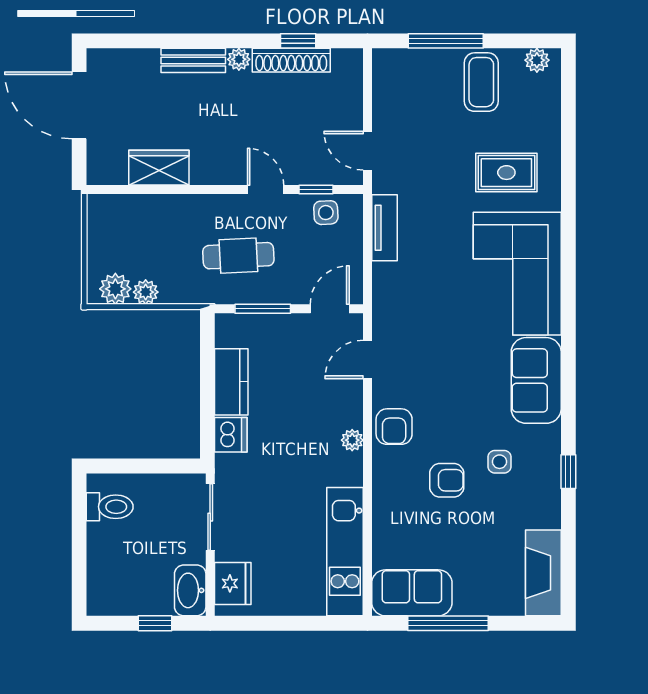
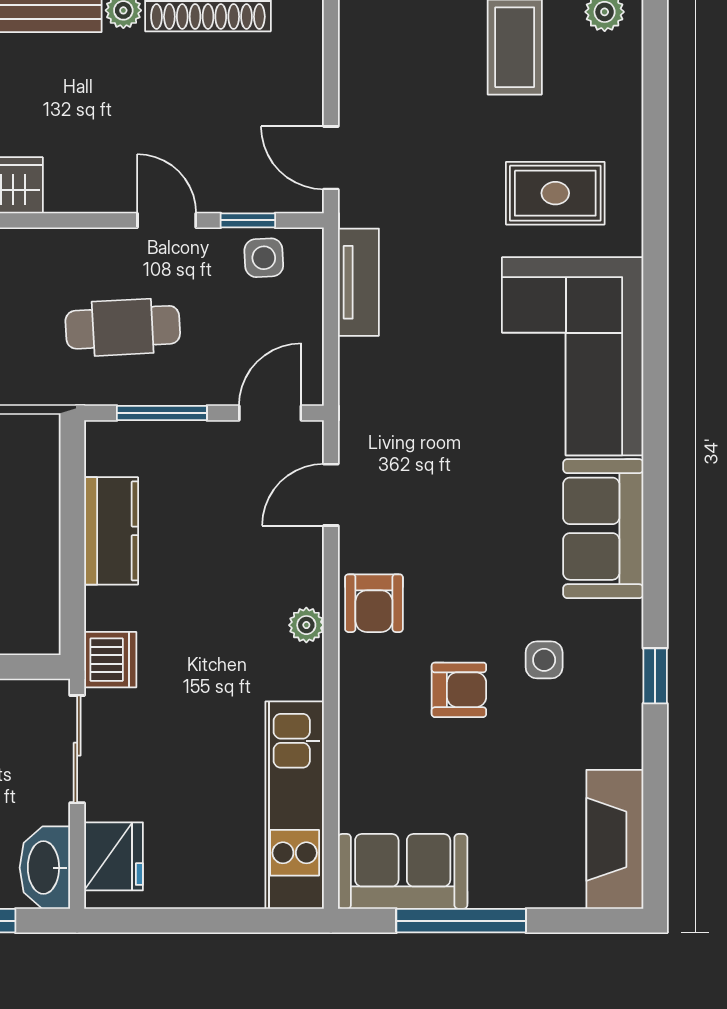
dishwasher: (231, 435) -> (110, 660), moved

